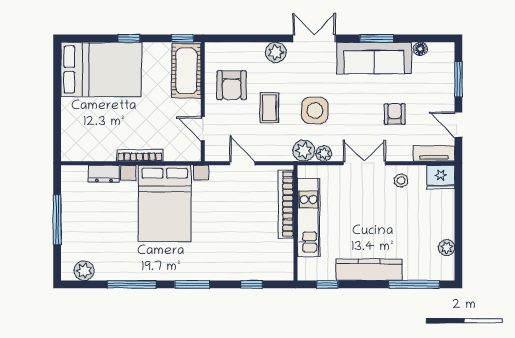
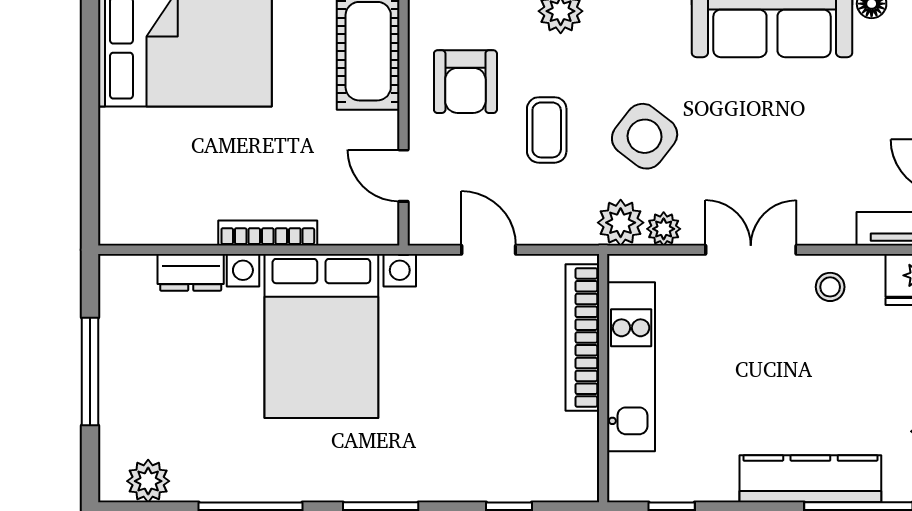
side table: (315, 110) -> (645, 136), turned 38
armchair: (395, 114) -> (816, 144), removed
kitchen counter: (369, 270) -> (810, 479), moved

